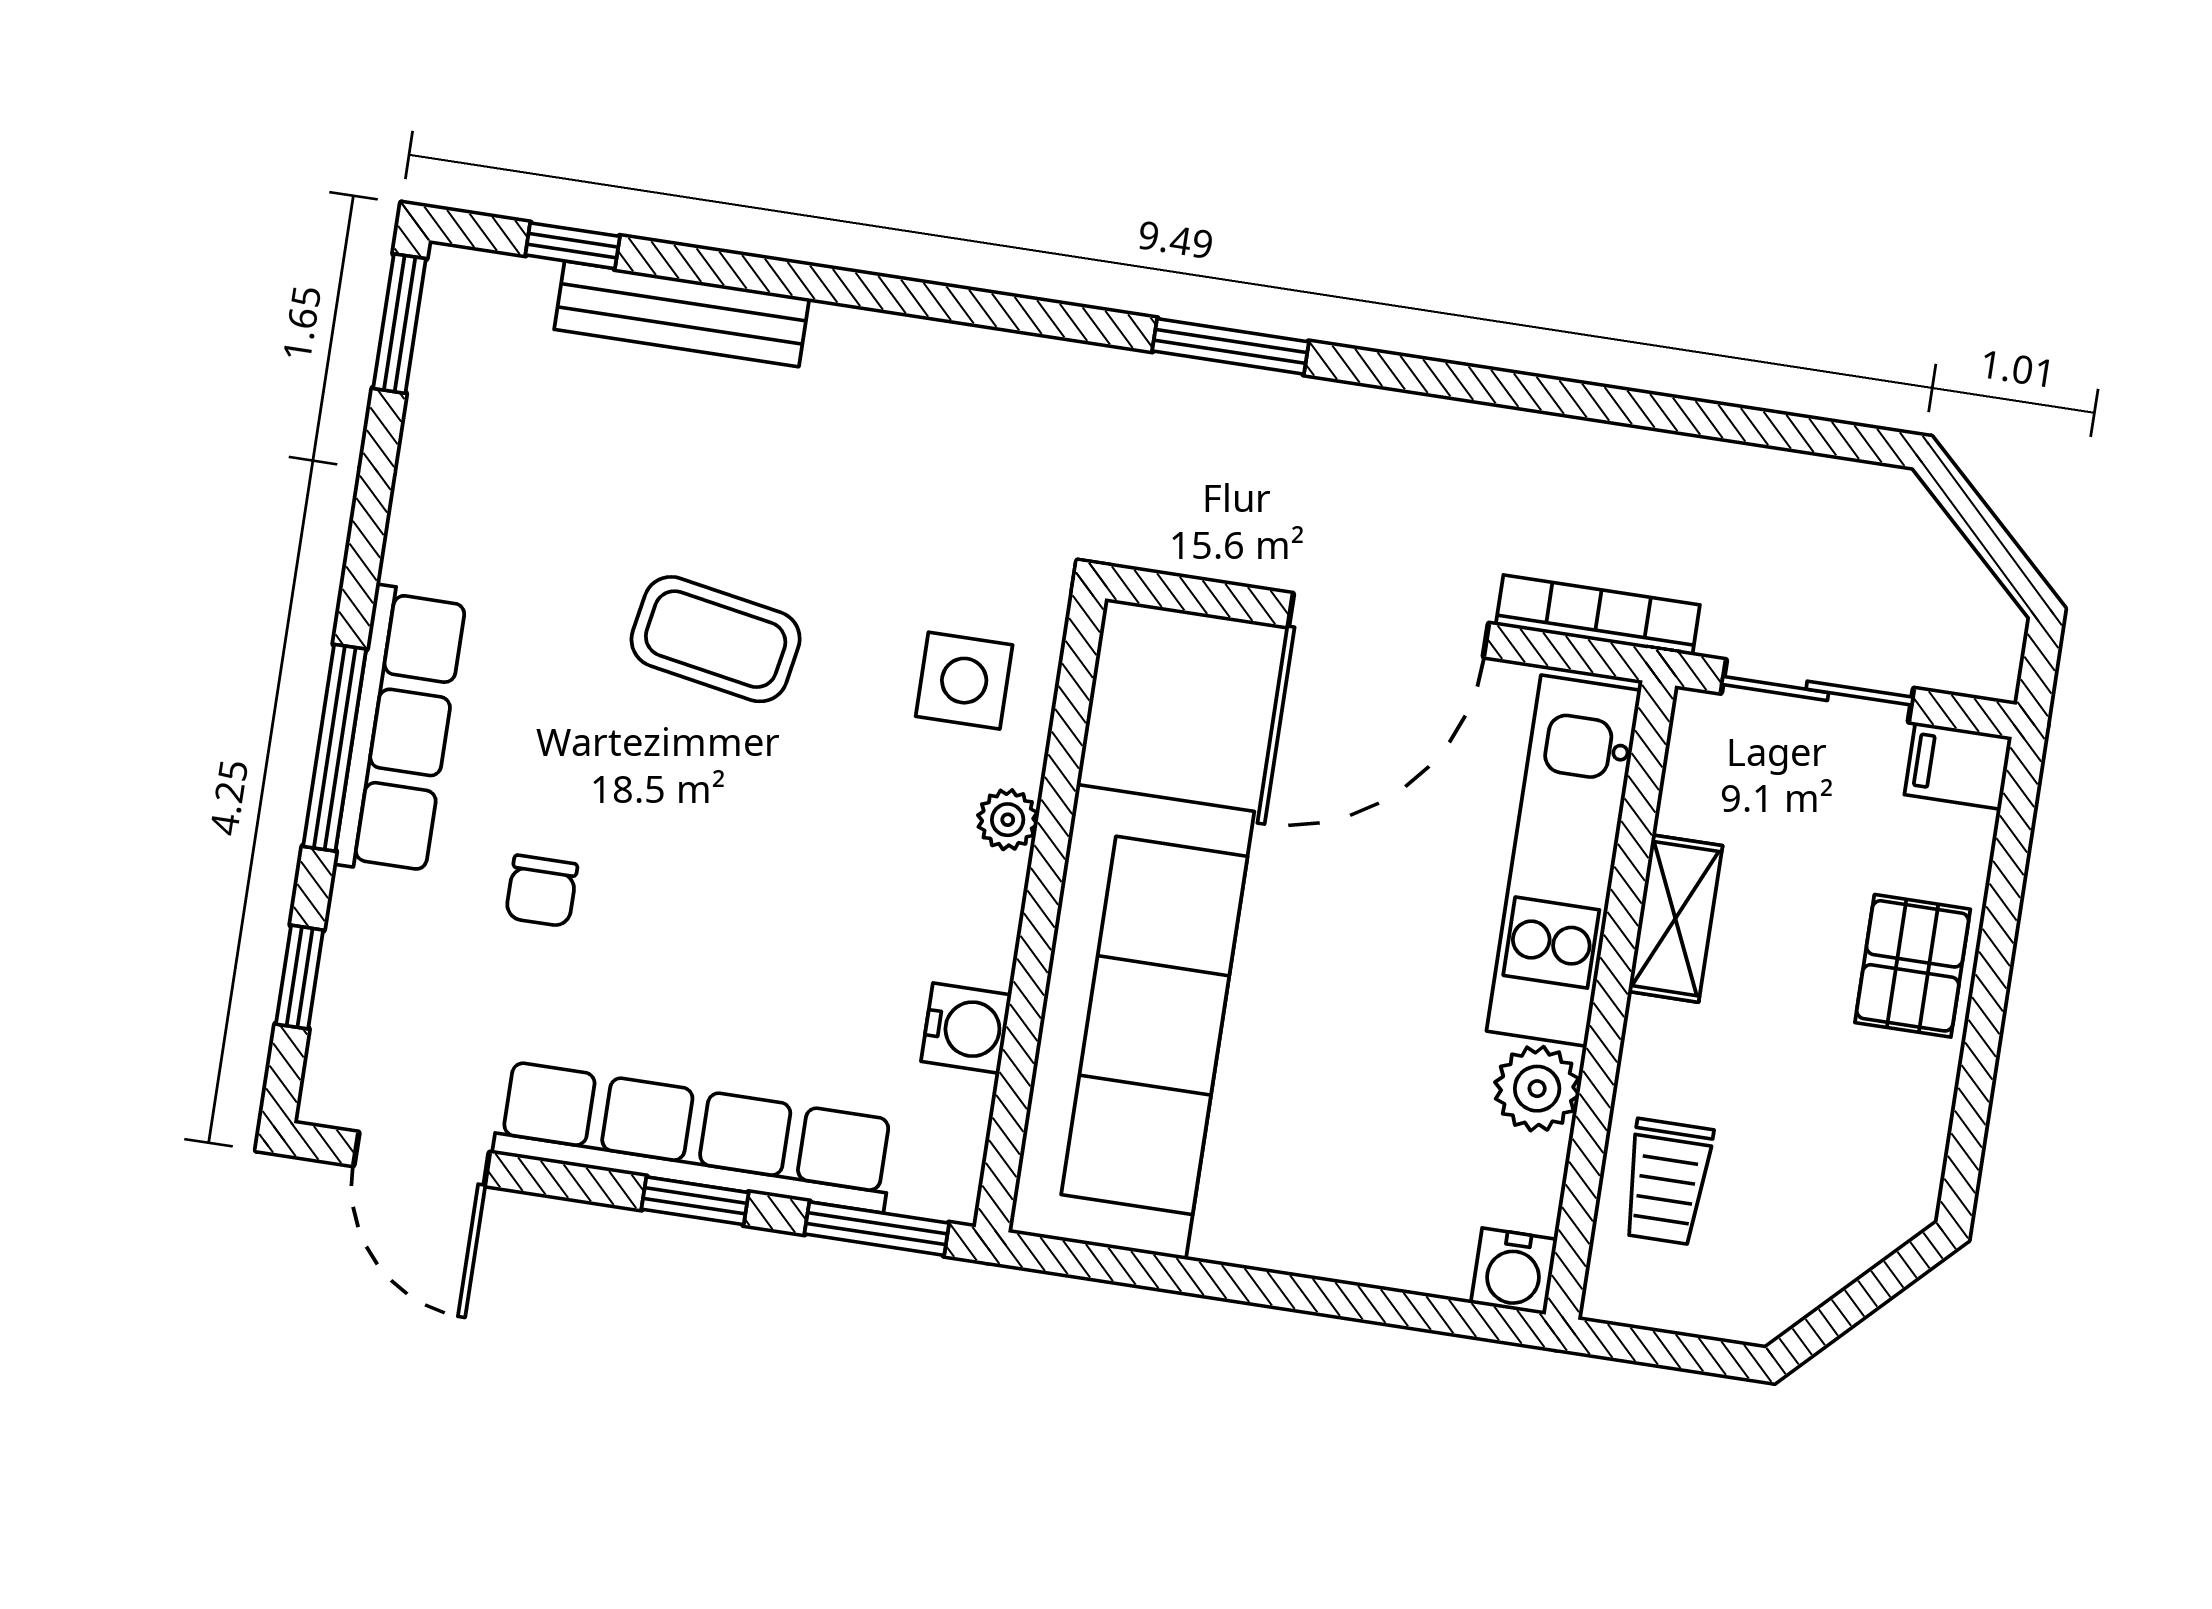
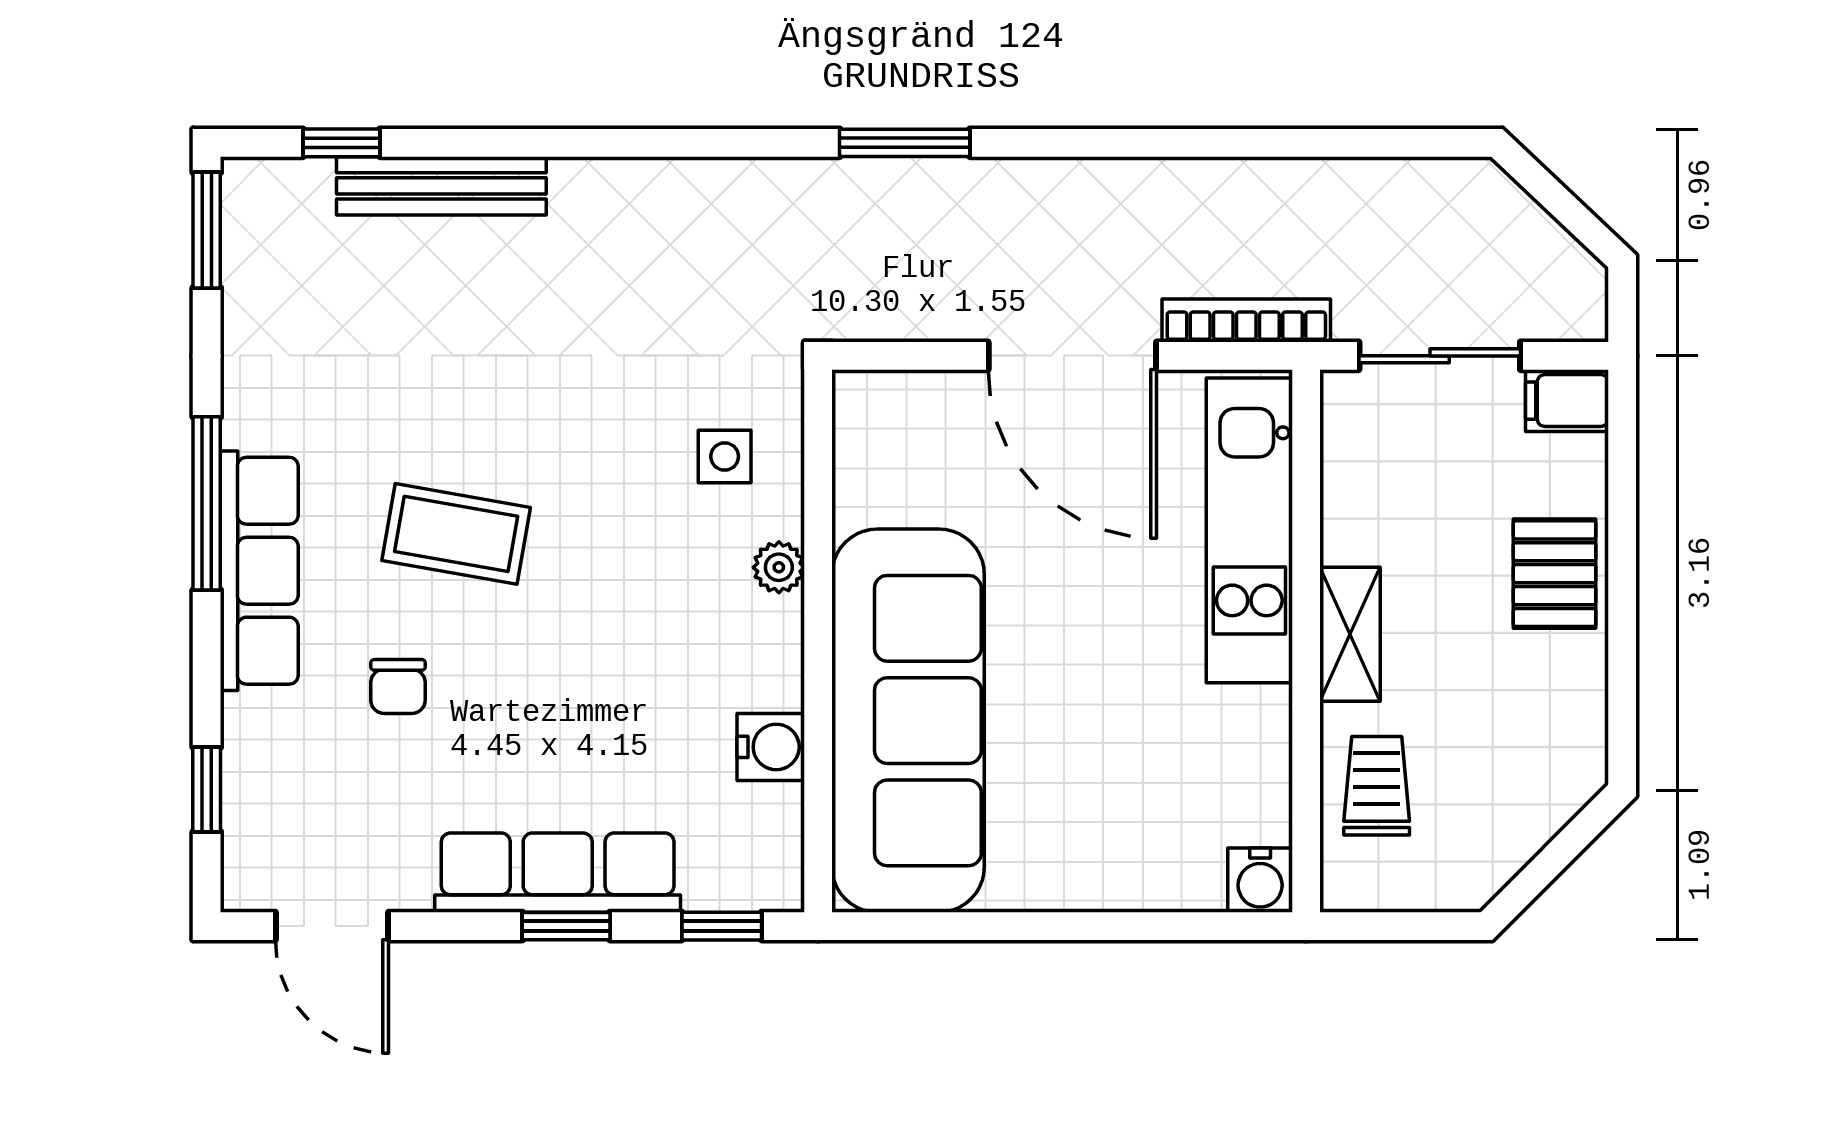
door: (1388, 625) -> (1072, 356), hinge flipped
coffee table: (716, 639) -> (456, 534), moved
side table: (964, 681) -> (725, 456), width x0.73, depth x0.73
window: (335, 748) -> (207, 503), moved
shelving: (1675, 919) -> (1350, 634), moved
plant: (1537, 1089) -> (1256, 724), removed
row of seats: (695, 1137) -> (558, 873), width x0.73
trolley: (1667, 1182) -> (1377, 786), turned 180
window: (877, 1229) -> (722, 926), width x0.67

